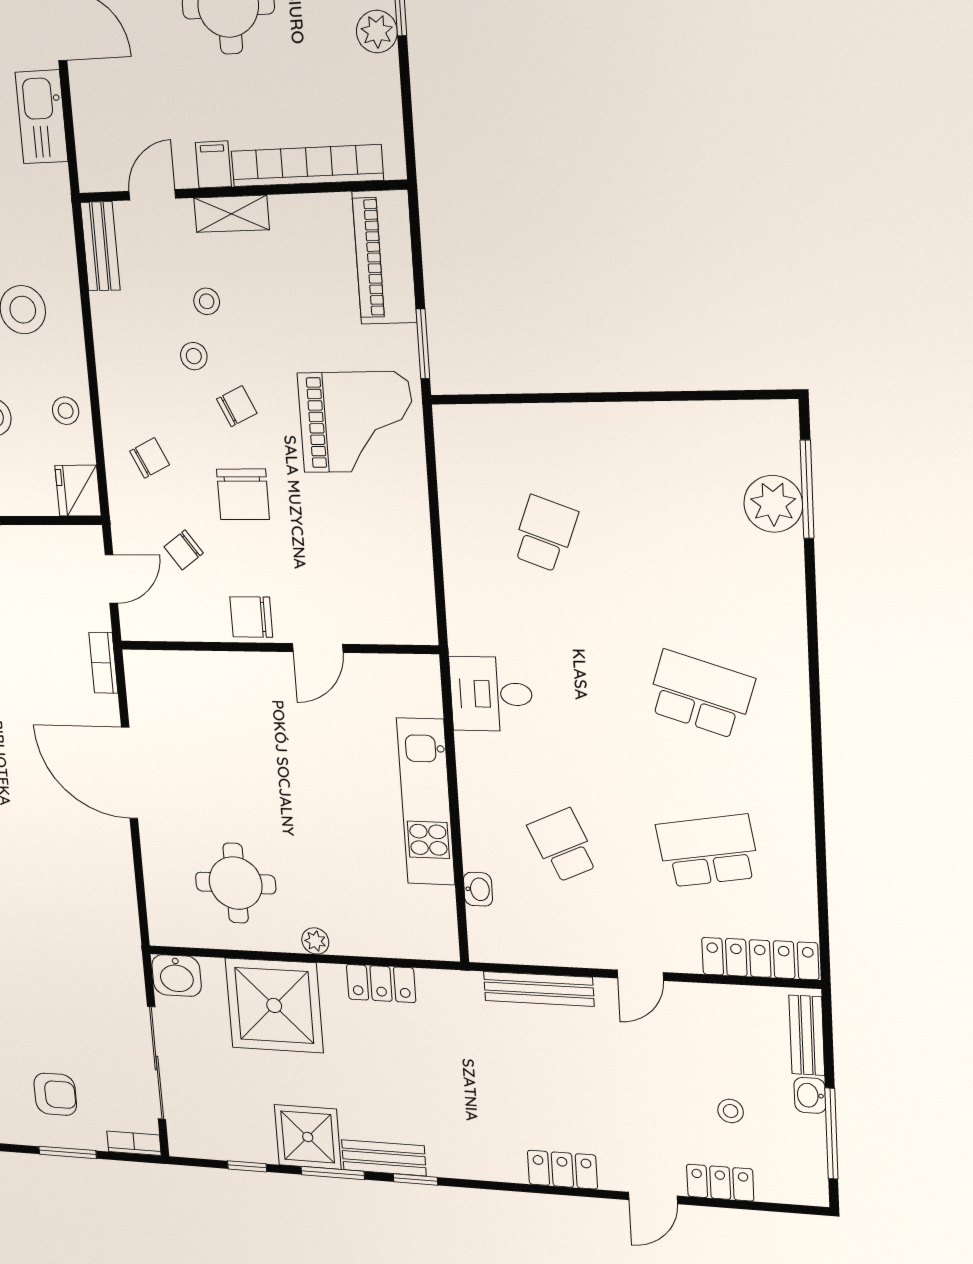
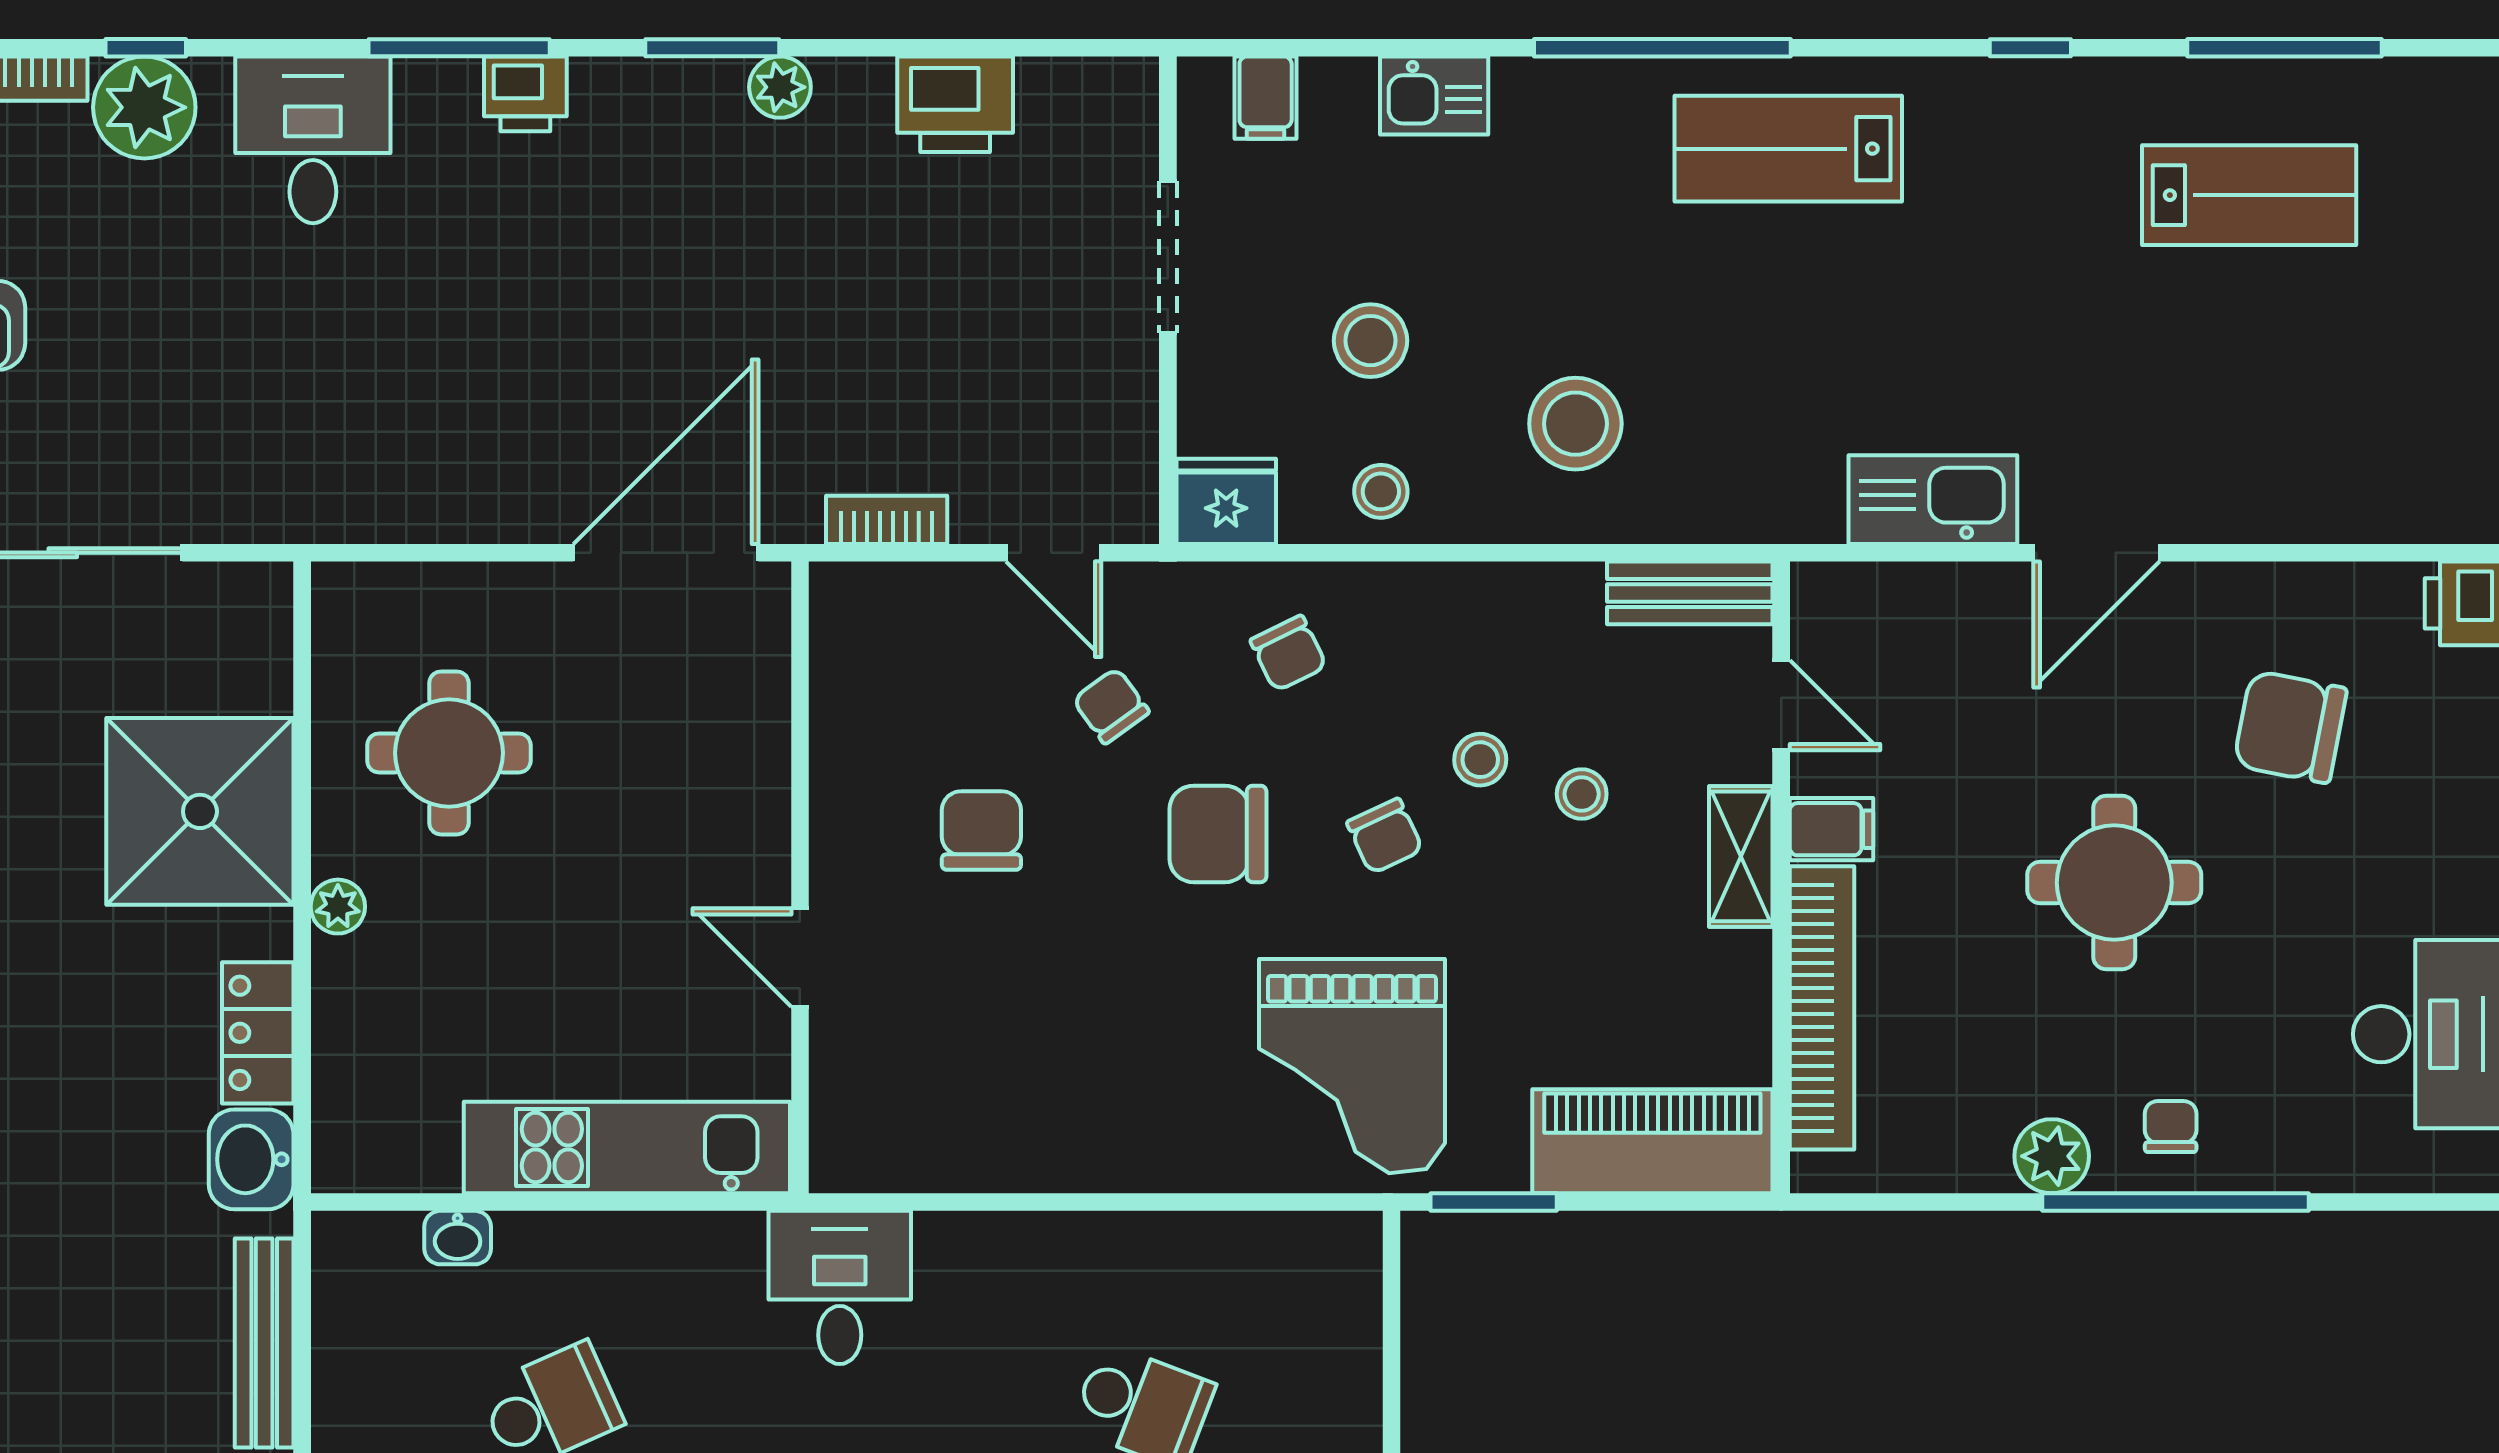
wall: (277, 647) -> (800, 877), moved
door: (318, 648) -> (800, 957), moved
washbasin: (177, 976) -> (251, 1159), moved

